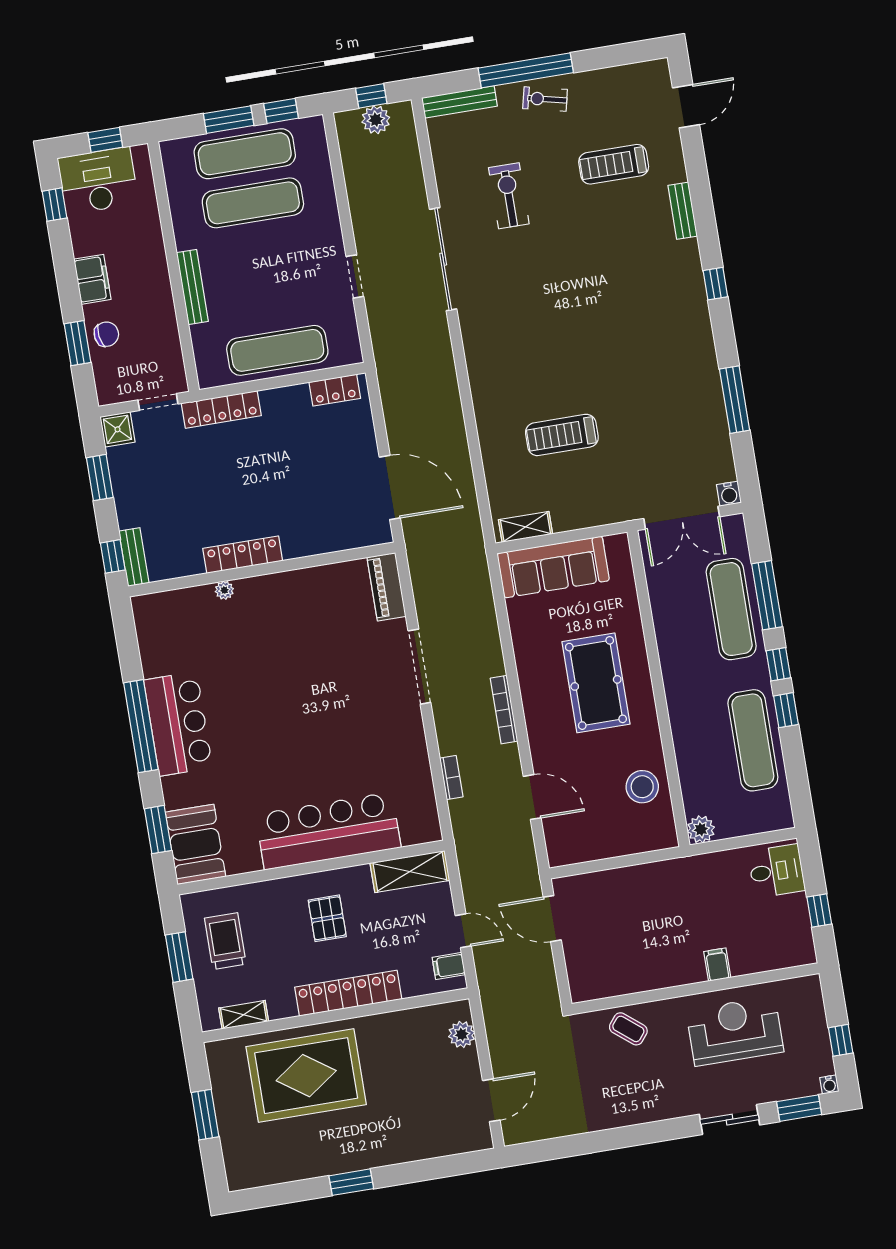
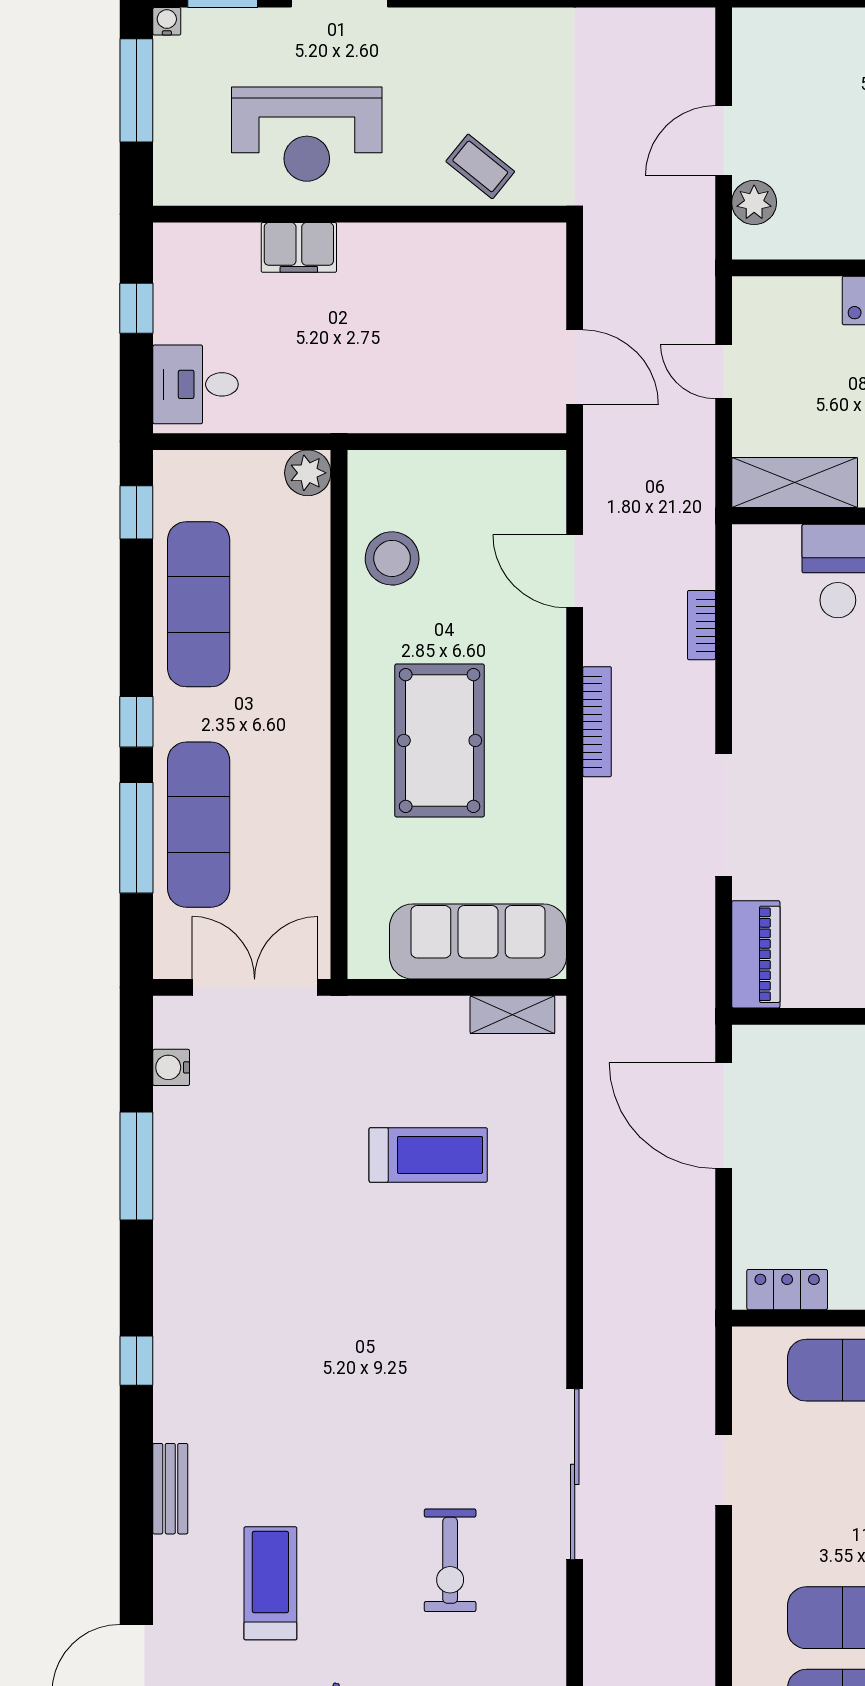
treadmill: (614, 164) -> (270, 1583), turned -90
water cooler: (729, 494) -> (171, 1067), moved, turned -90
window: (786, 710) -> (136, 512), moved
filing cabinet: (717, 965) -> (299, 247), width x2.00
filing cabinet: (449, 966) -> (757, 318), removed
window: (841, 1040) -> (136, 90), width x2.17
door: (491, 1100) -> (724, 141), moved

